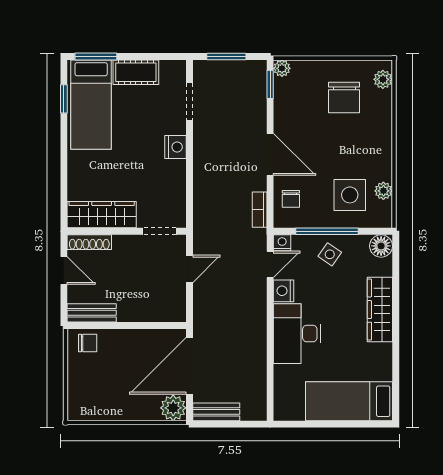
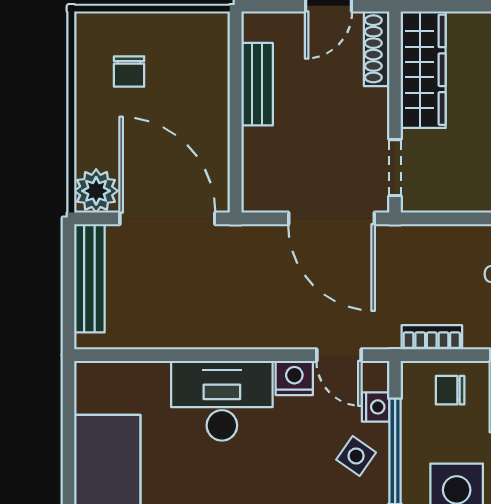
nightstand: (282, 243) -> (376, 407), moved
door: (189, 269) -> (331, 218), width x1.87
bench: (92, 313) -> (257, 84), moved
chair: (88, 343) -> (129, 72), moved
bench: (216, 412) -> (89, 278), width x1.36

